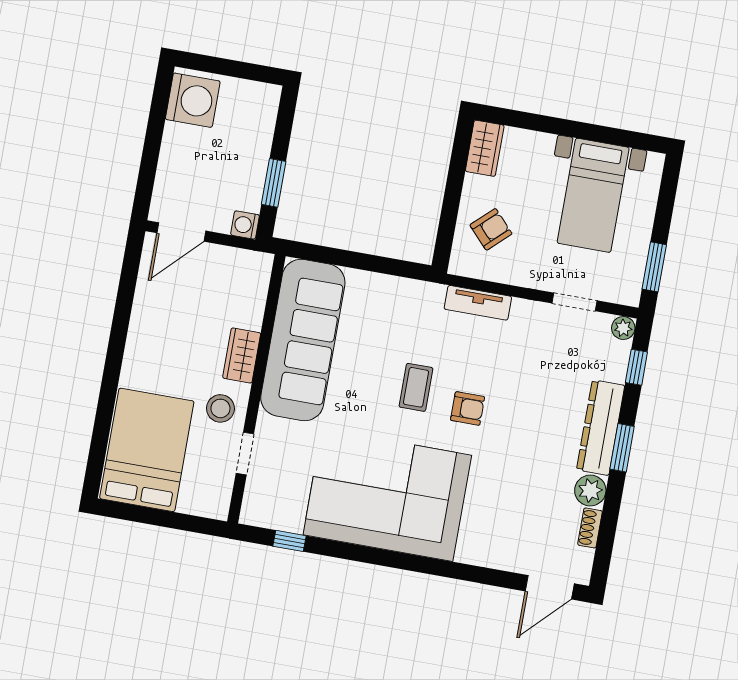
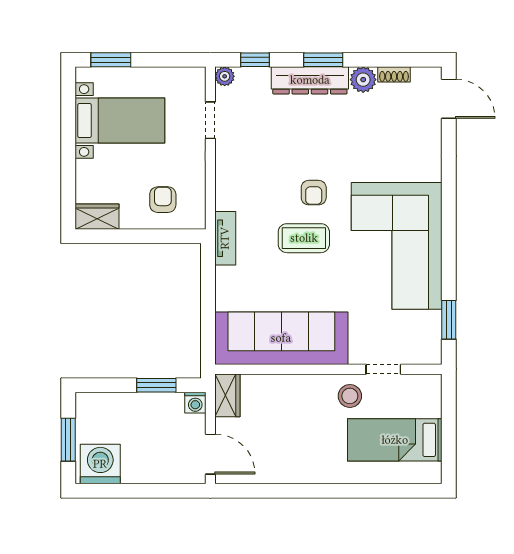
window: (228, 68) -> (68, 440), added
armchair: (491, 229) -> (163, 200), turned 43
window: (654, 267) -> (111, 60), moved
tv unit: (478, 303) -> (225, 238), moved
wardrobe: (242, 355) -> (227, 395), moved, turned -90
coffee table: (416, 387) -> (304, 238), width x1.36, depth x1.30
armchair: (468, 408) -> (314, 193), turned 180
bed: (147, 450) -> (395, 440), width x0.67
window: (289, 541) -> (449, 320), width x1.50

